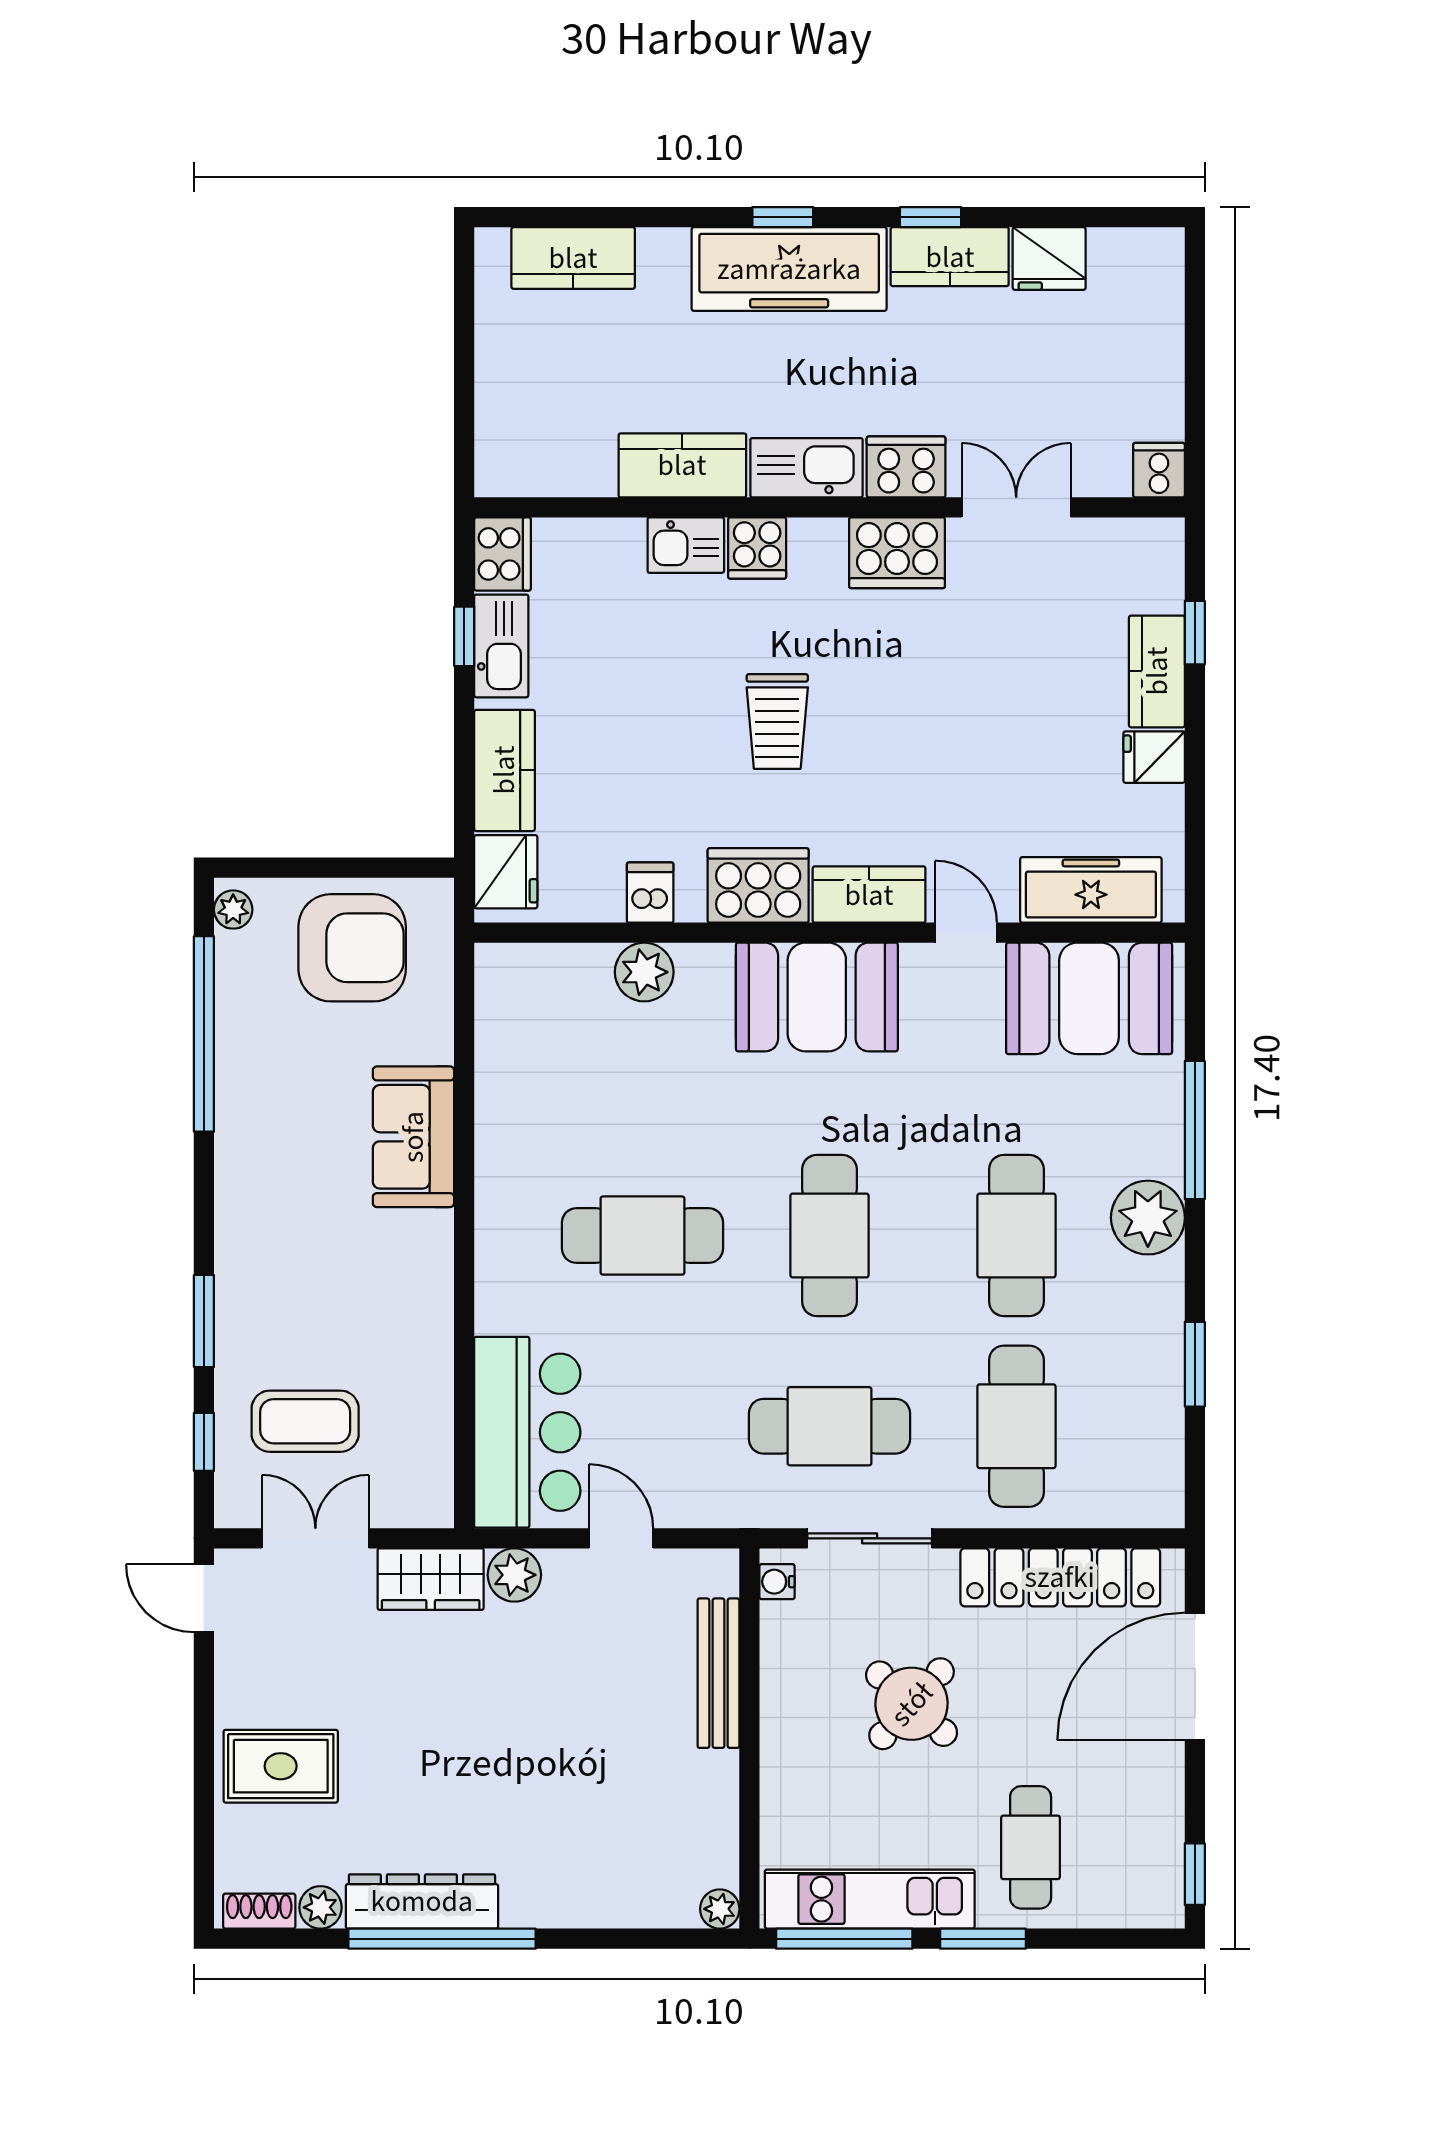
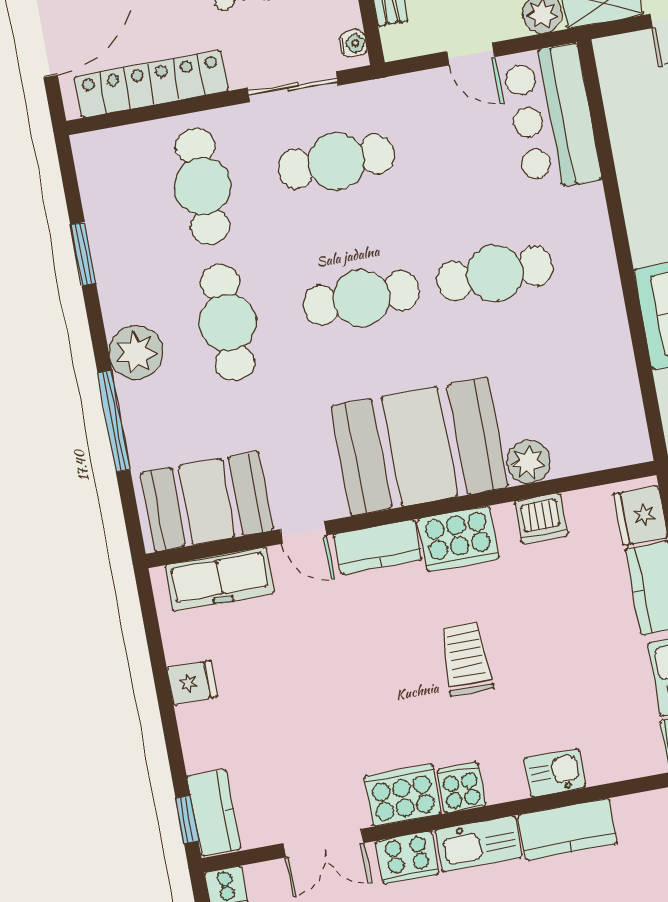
cooker: (757, 548) -> (461, 788), moved
window: (1195, 633) -> (187, 819), moved
kitchen counter: (1157, 671) -> (214, 813), moved
dishwasher: (650, 893) -> (541, 518), width x1.38
booth: (817, 997) -> (420, 447), width x1.36, depth x1.42
cafe table: (829, 1236) -> (361, 298), turned 90

